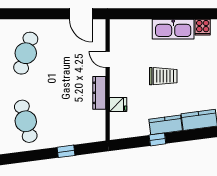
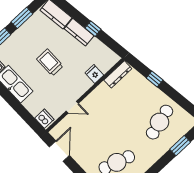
dishwasher: (120, 27) -> (44, 119), added
door: (108, 59) -> (72, 107), hinge flipped
dresser: (99, 93) -> (118, 74), moved

